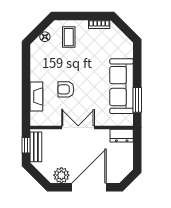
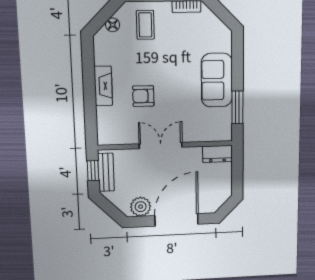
sofa: (122, 86) -> (217, 80), width x0.73
fireplace: (36, 97) -> (103, 86), moved

